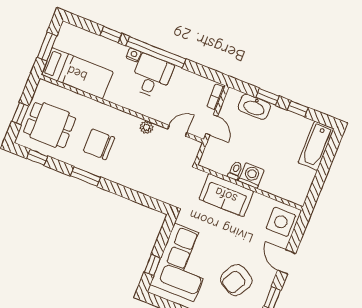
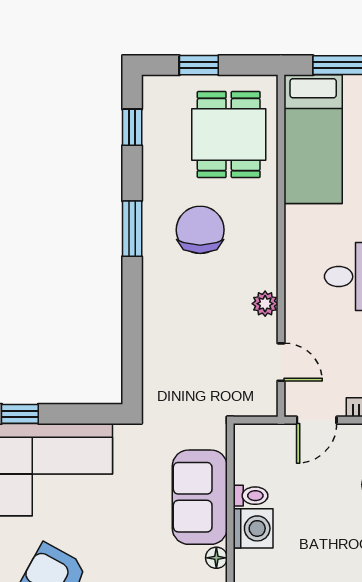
dining table: (50, 125) -> (229, 134), moved
floor lamp: (258, 199) -> (216, 558), added

